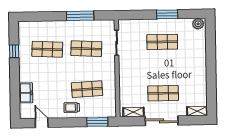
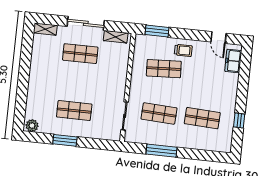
freezer: (26, 93) -> (233, 61), moved

